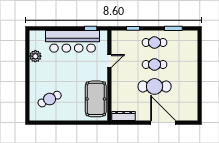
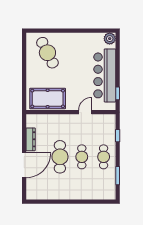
plant: (35, 56) -> (110, 39), moved
door: (109, 61) -> (85, 112), swing flipped
cafe table: (50, 99) -> (47, 53), width x1.37, depth x1.35
dresser: (124, 116) -> (31, 139), moved

